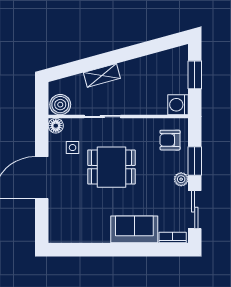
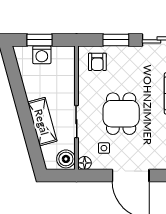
shelving: (102, 75) -> (42, 122), width x1.50, depth x1.33
washing machine: (178, 105) -> (42, 55), moved
plant: (181, 179) -> (132, 52), removed

